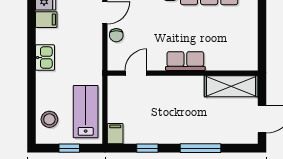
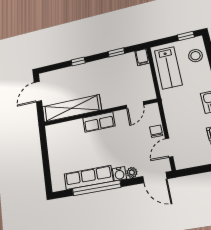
shelving: (231, 86) -> (72, 108), width x1.47
window: (69, 148) -> (186, 36), moved
window: (201, 148) -> (78, 62), width x0.46

